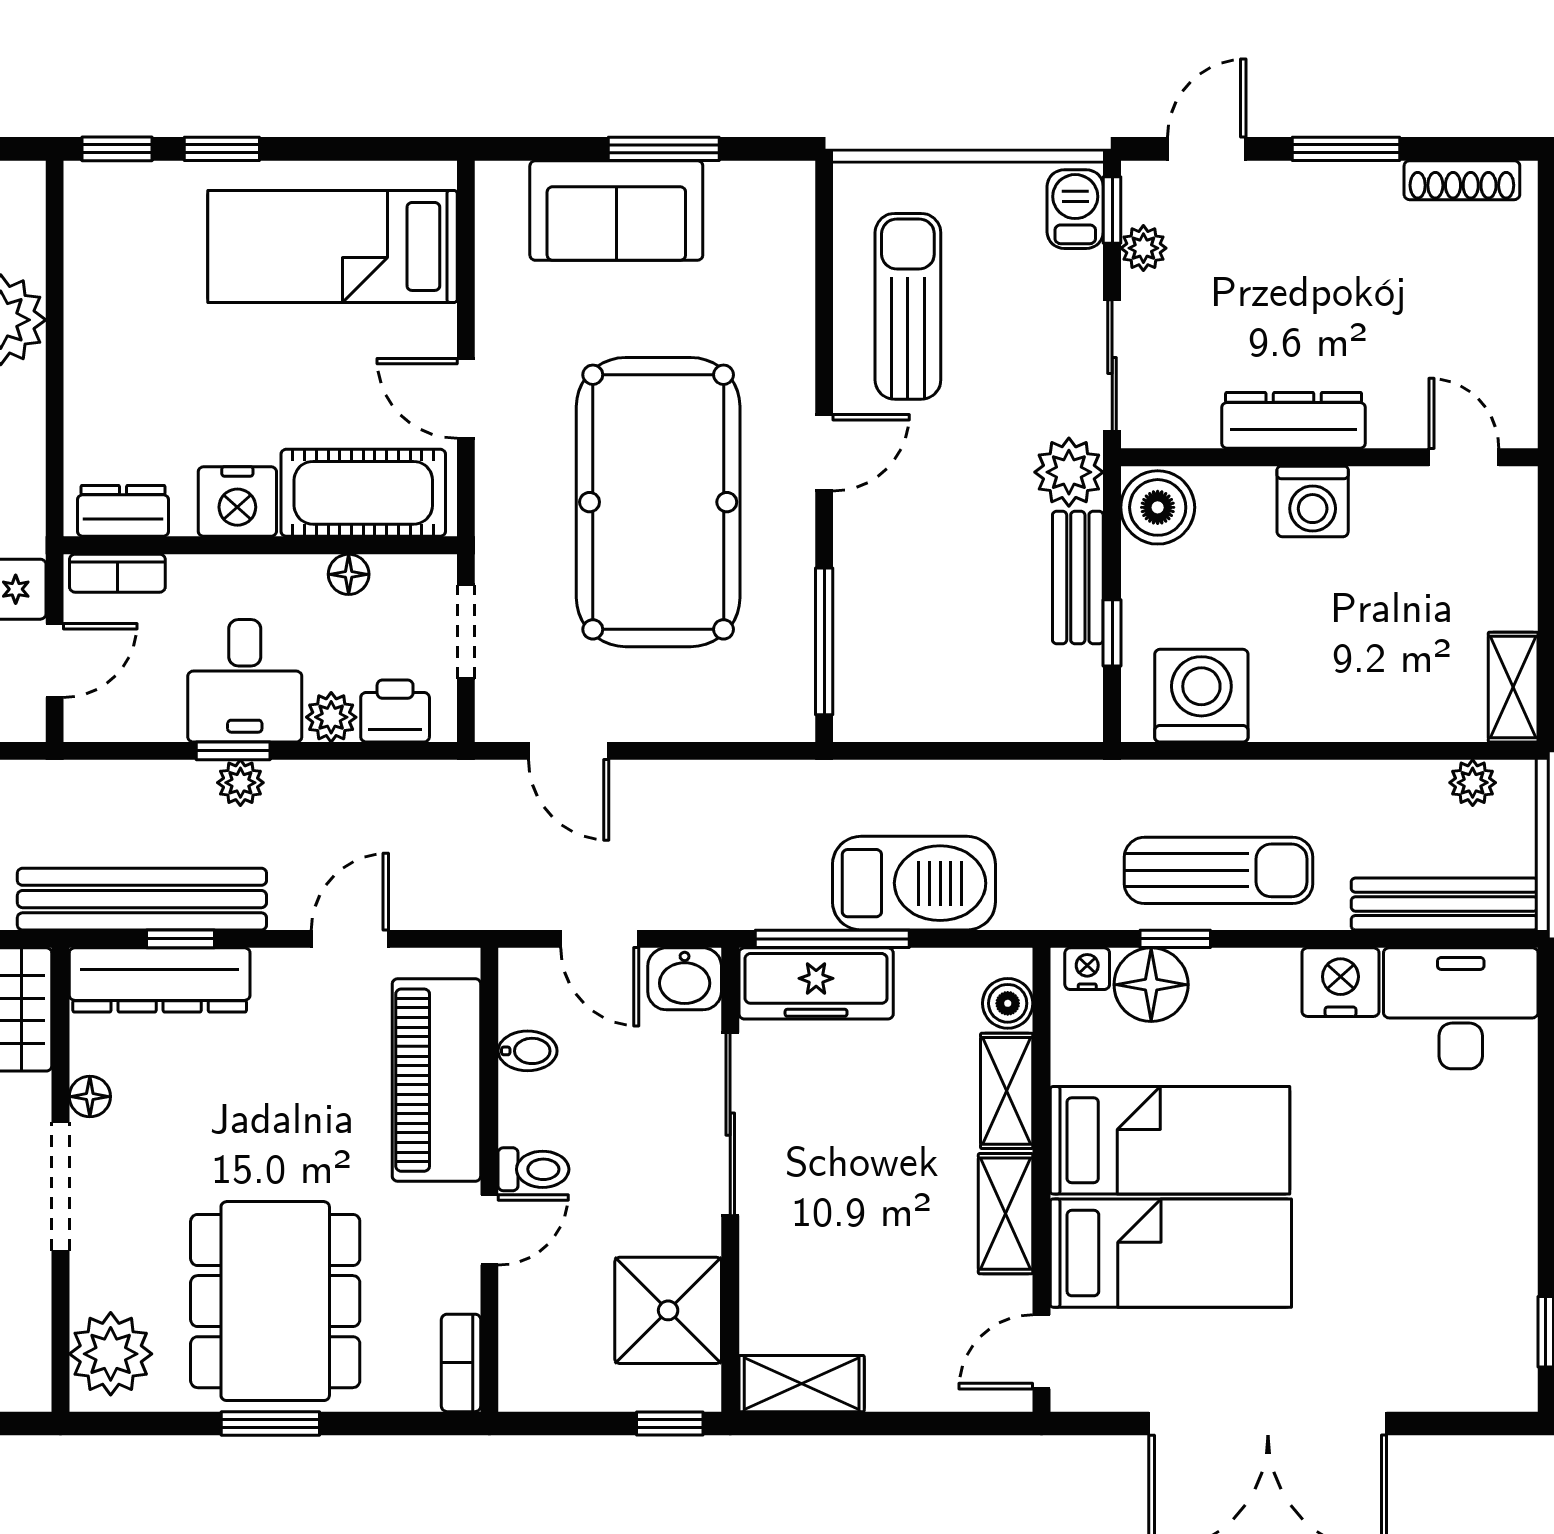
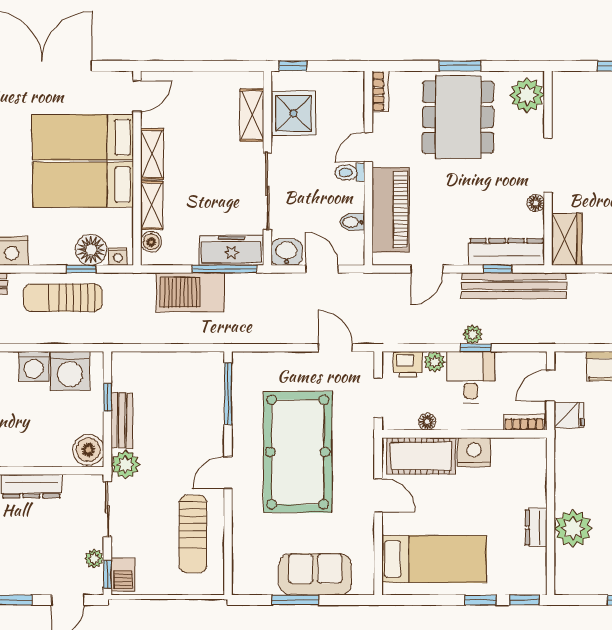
washing machine: (1313, 501) -> (34, 366), moved, turned 180
dresser: (123, 511) -> (536, 528), moved, turned 90
shelving: (802, 1384) -> (252, 115), moved, turned 90

